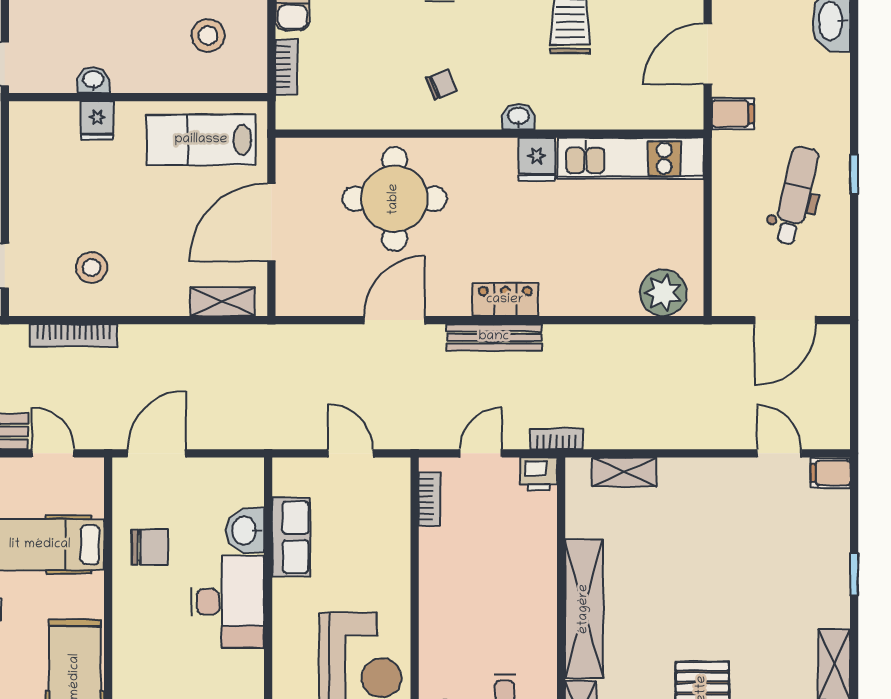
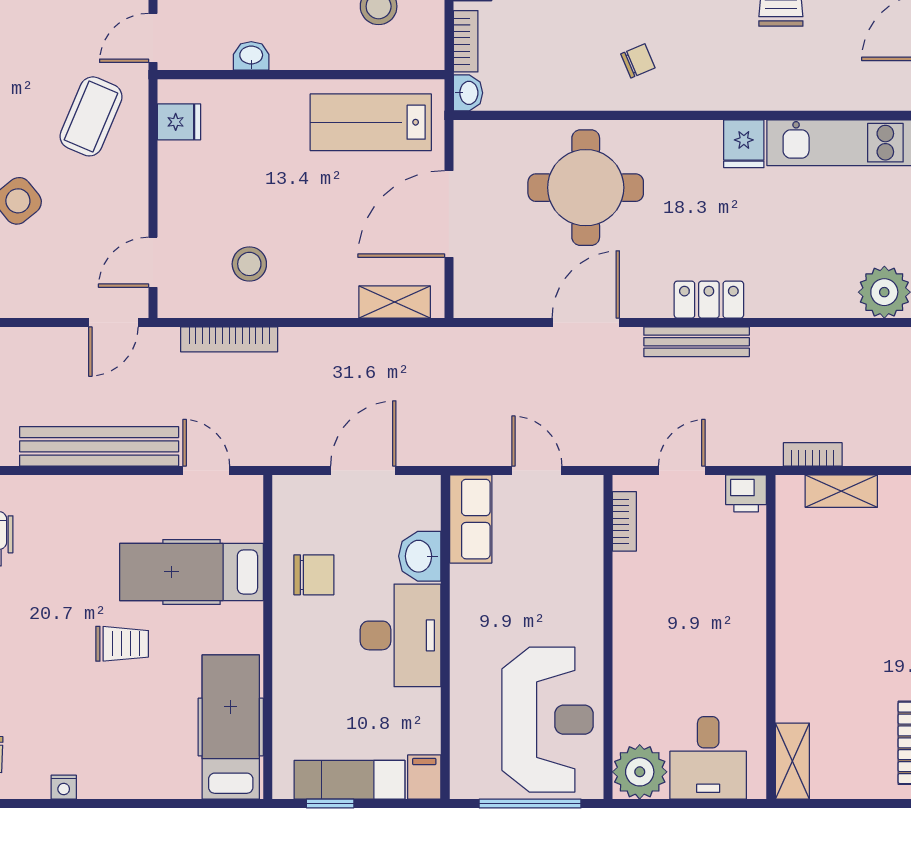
washbasin: (518, 117) -> (468, 93), moved, turned 90
fridge: (97, 120) -> (179, 122), moved, turned -90
bookcase: (556, 439) -> (813, 454), moved
door: (157, 453) -> (363, 471), moved
row of seats: (291, 537) -> (471, 519), moved
shelving: (584, 609) -> (796, 643), removed

